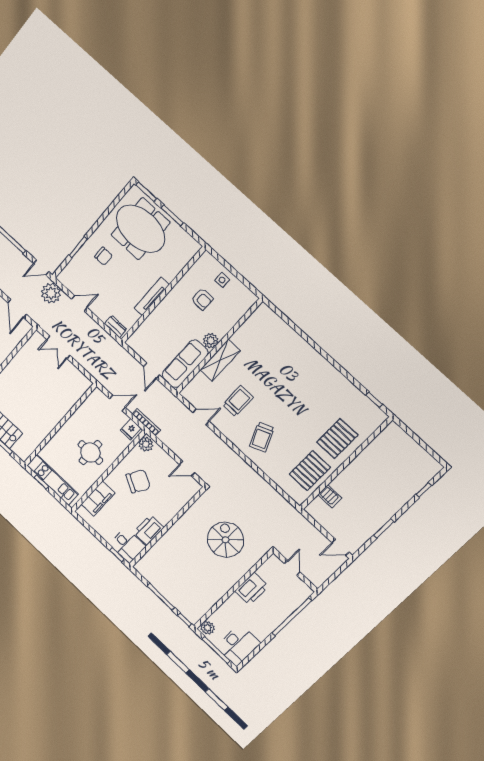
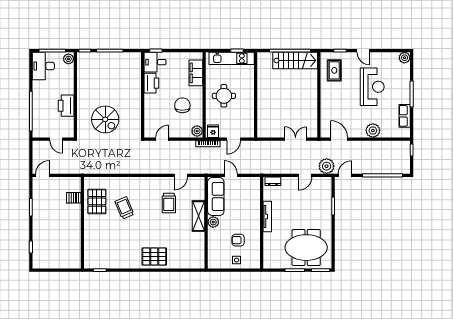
chair: (103, 256) -> (314, 214), removed
trolley: (262, 437) -> (124, 208), moved
pallet: (337, 439) -> (154, 256), moved, turned 90
chair: (138, 481) -> (182, 105), turned 150

